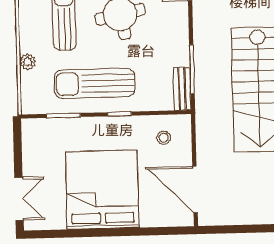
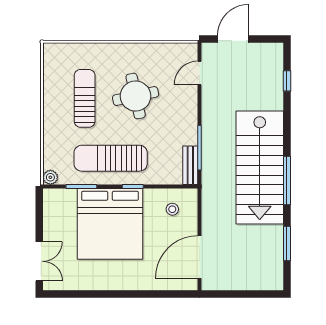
plant: (28, 62) -> (50, 177), moved
bed: (102, 190) -> (110, 224), moved, turned 180
door: (195, 190) -> (200, 257), hinge flipped

